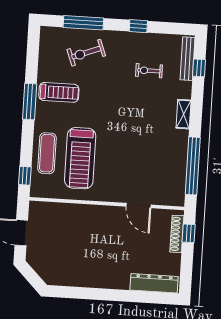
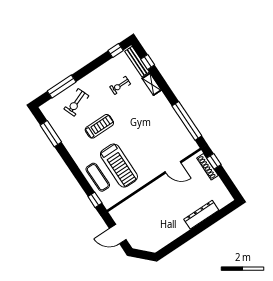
window: (138, 26) -> (116, 50), moved
treadmill: (59, 92) -> (99, 126), moved
window: (30, 102) -> (51, 134), moved
shelving: (184, 114) -> (152, 84), moved
dresser: (154, 283) -> (201, 215), moved

